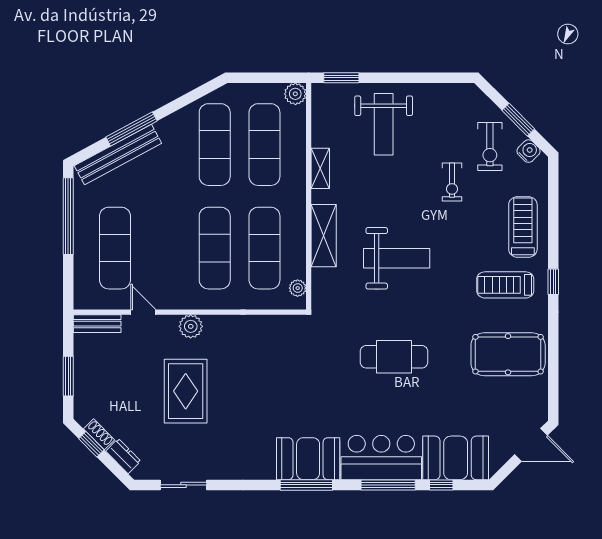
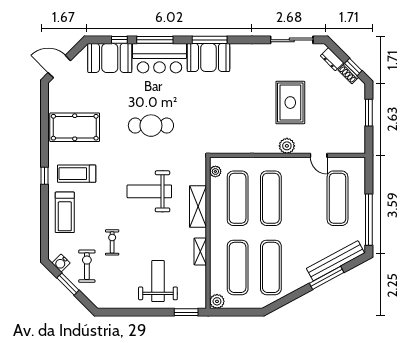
treadmill: (505, 285) -> (77, 174), turned 180
bench: (97, 324) -> (350, 148), removed
sliding door: (184, 485) -> (292, 40), width x1.37

